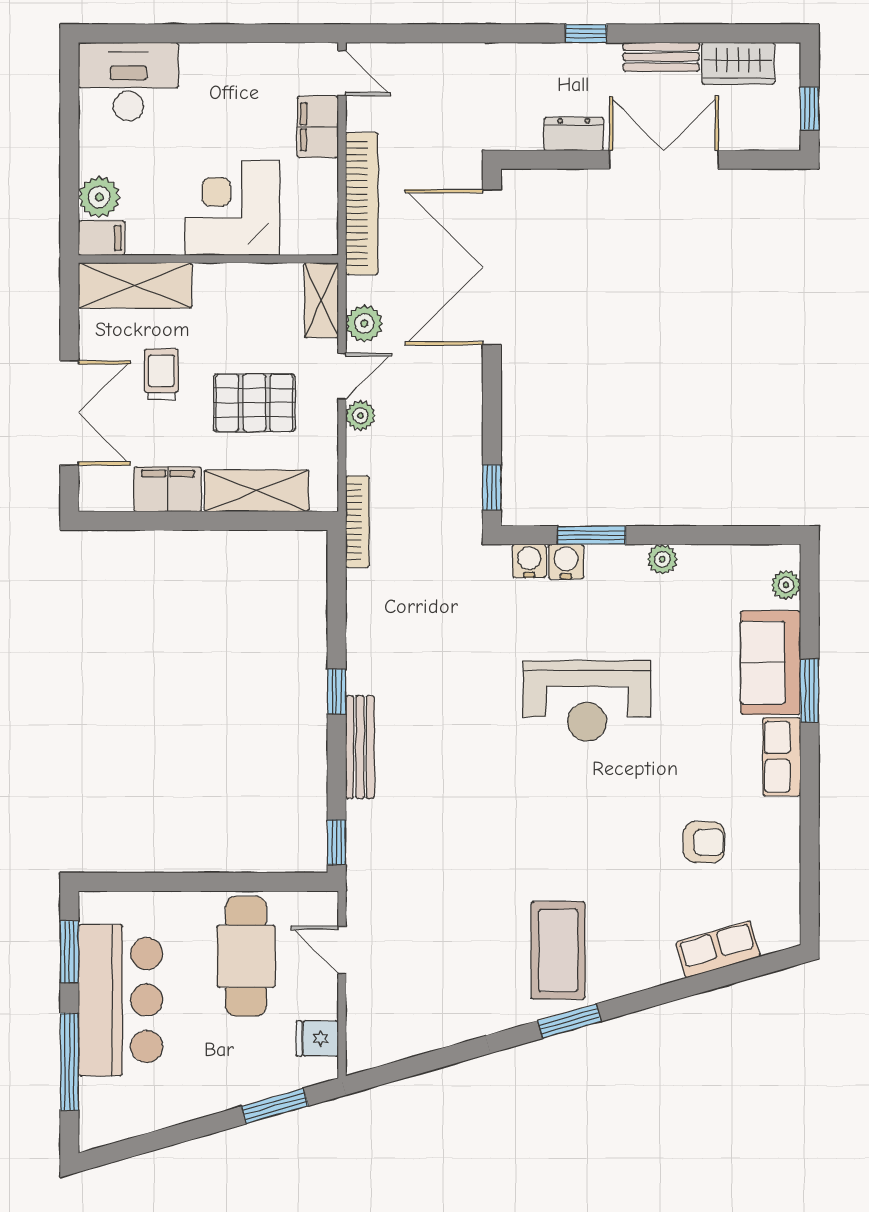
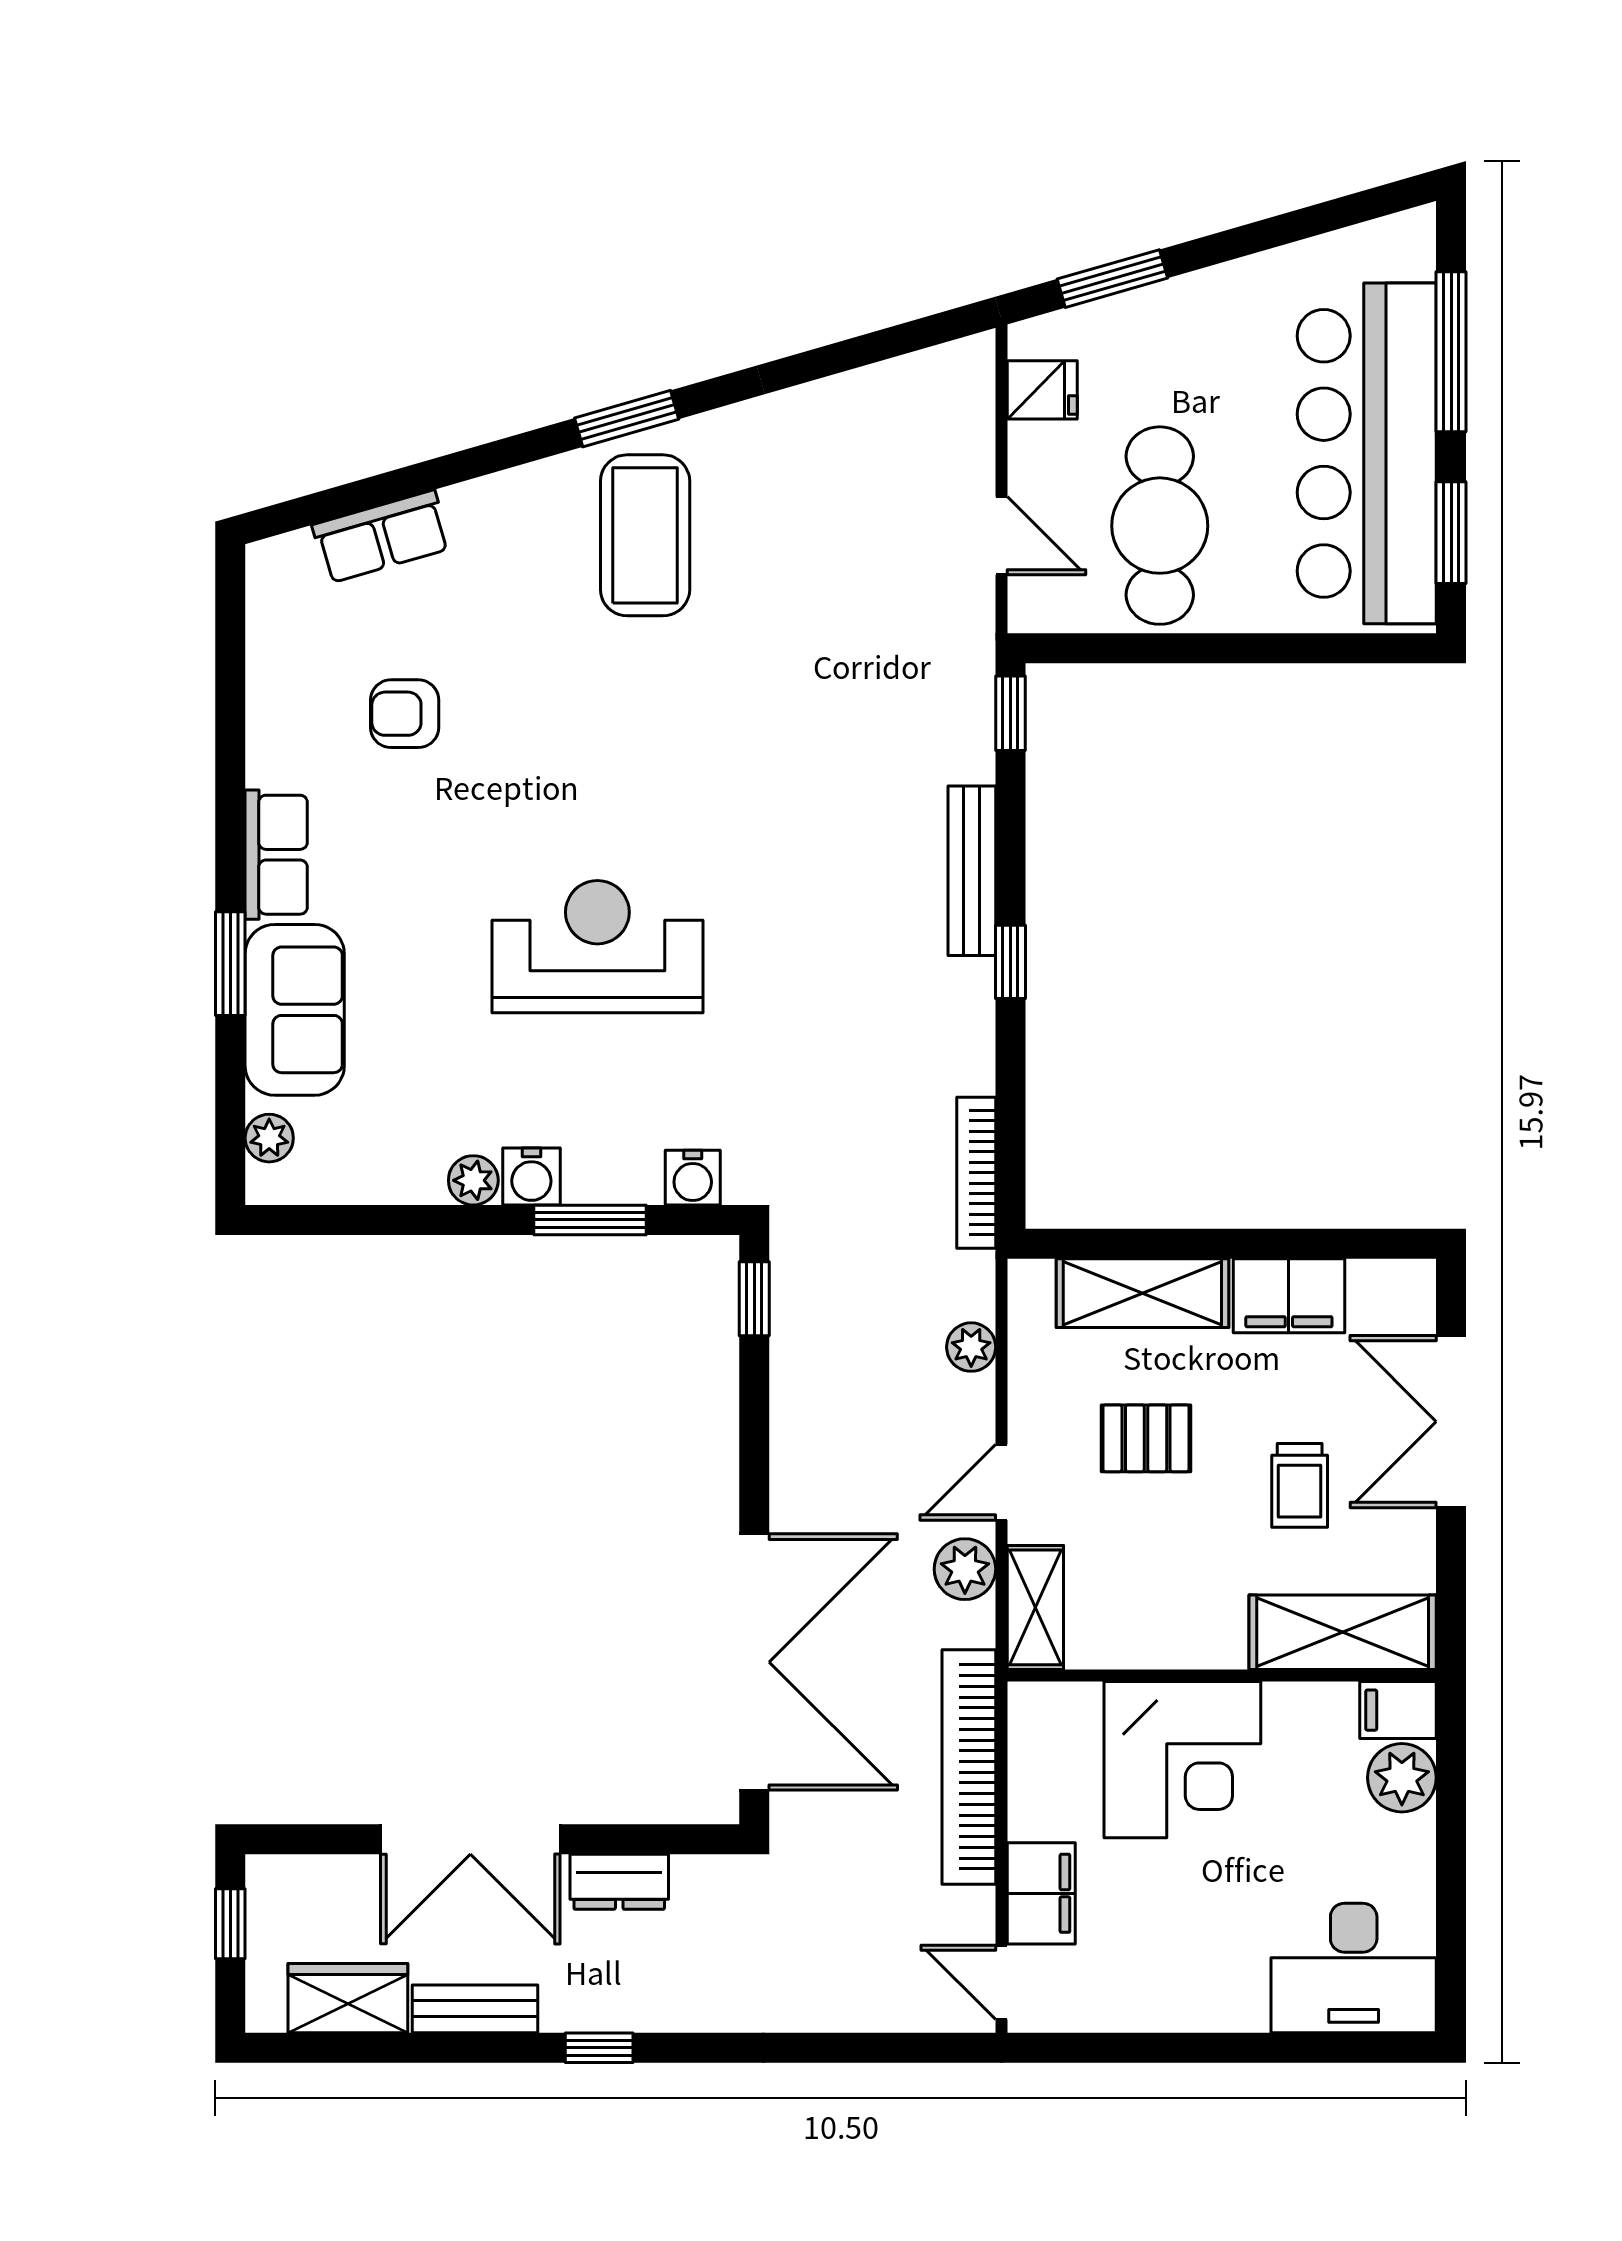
pallet: (254, 403) -> (1146, 1438), width x0.67, depth x0.71
plant: (360, 416) -> (971, 1347), moved
bookcase: (357, 522) -> (976, 1173), moved
water cooler: (566, 562) -> (531, 1176), moved
bar counter: (121, 1000) -> (1367, 453), width x1.36

